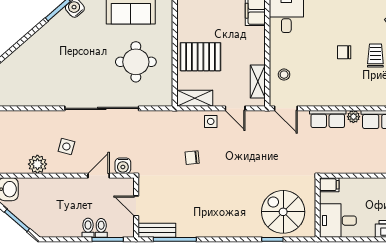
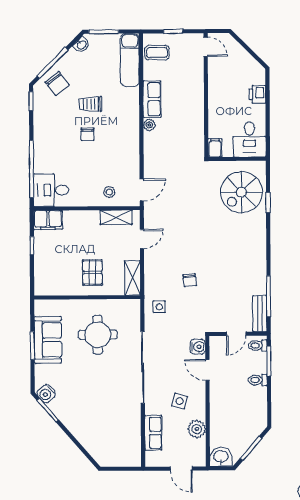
pallet: (201, 57) -> (92, 272), width x0.67, depth x0.71
row of seats: (328, 119) -> (153, 433), moved
side table: (211, 121) -> (159, 307), moved
toilet: (101, 228) -> (258, 346), moved

